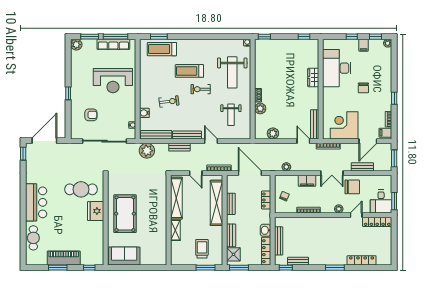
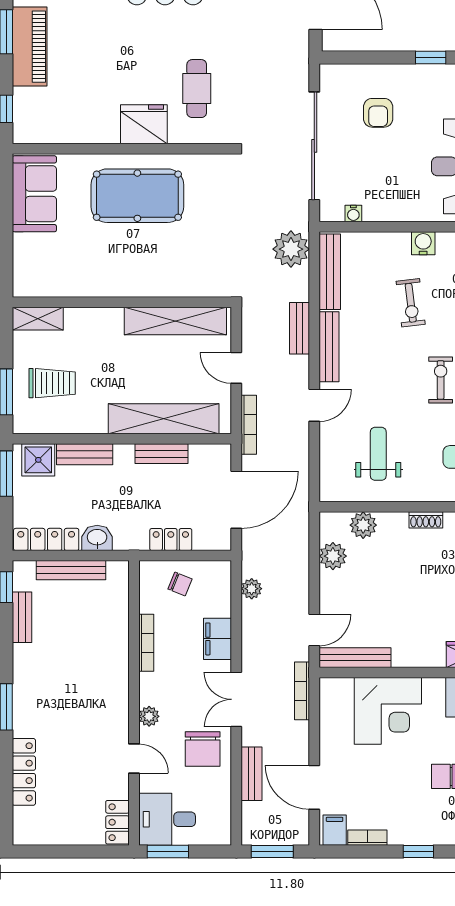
plant: (260, 108) -> (363, 525), moved
water cooler: (144, 113) -> (423, 243), moved
weight bench: (231, 115) -> (378, 454), turned 90
corner desk: (344, 125) -> (388, 711), moved, turned 90
door: (196, 173) -> (236, 368), hinge flipped
cafe table: (81, 189) -> (197, 89), width x0.73, depth x0.74
locker: (377, 222) -> (117, 822), width x0.66
shelving: (175, 230) -> (38, 319), moved

